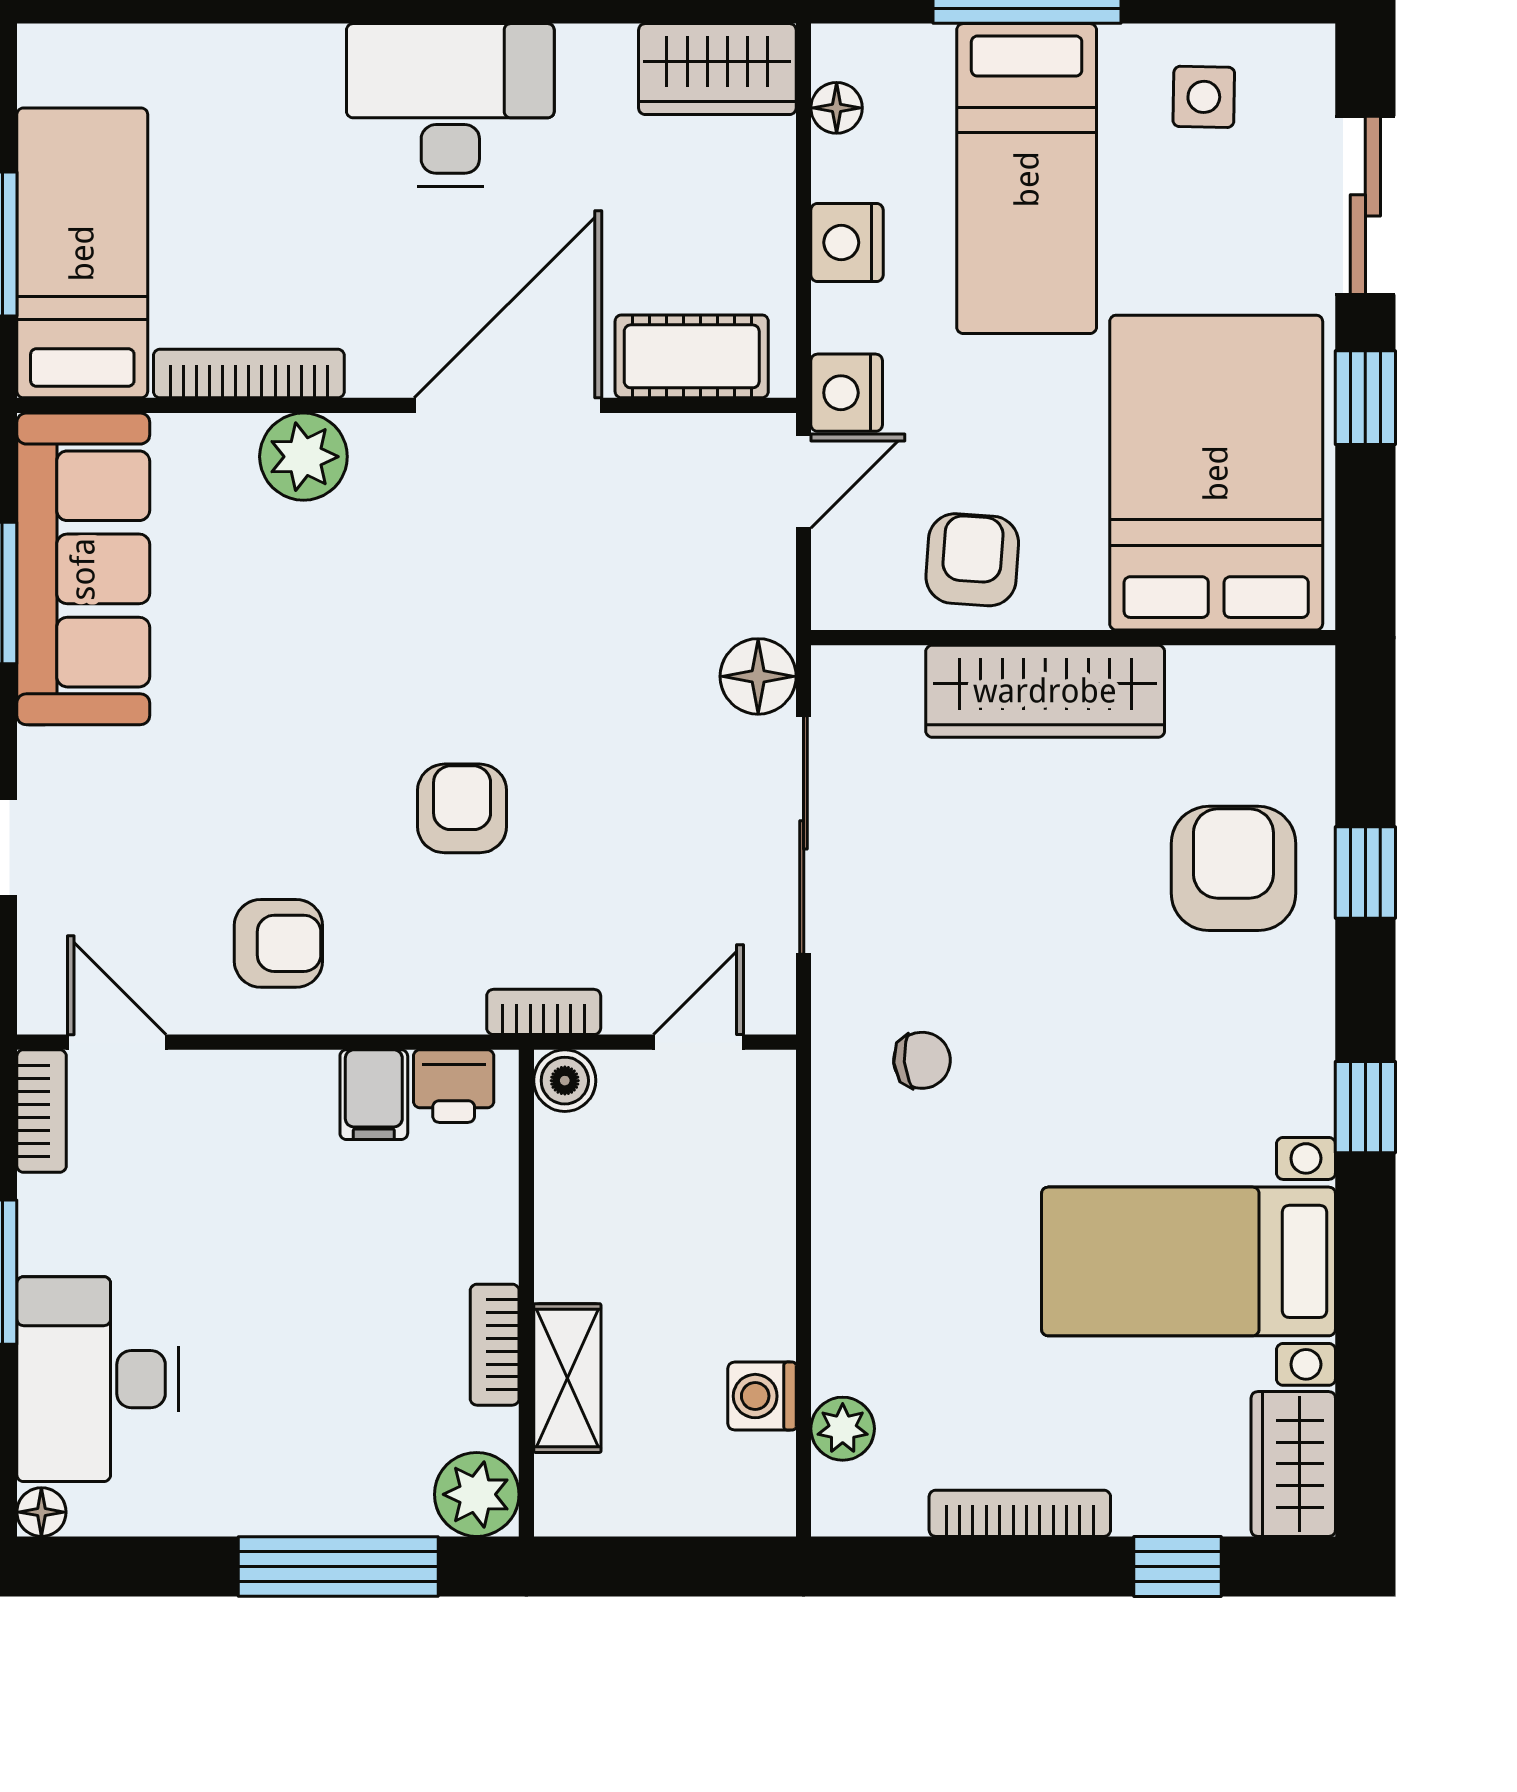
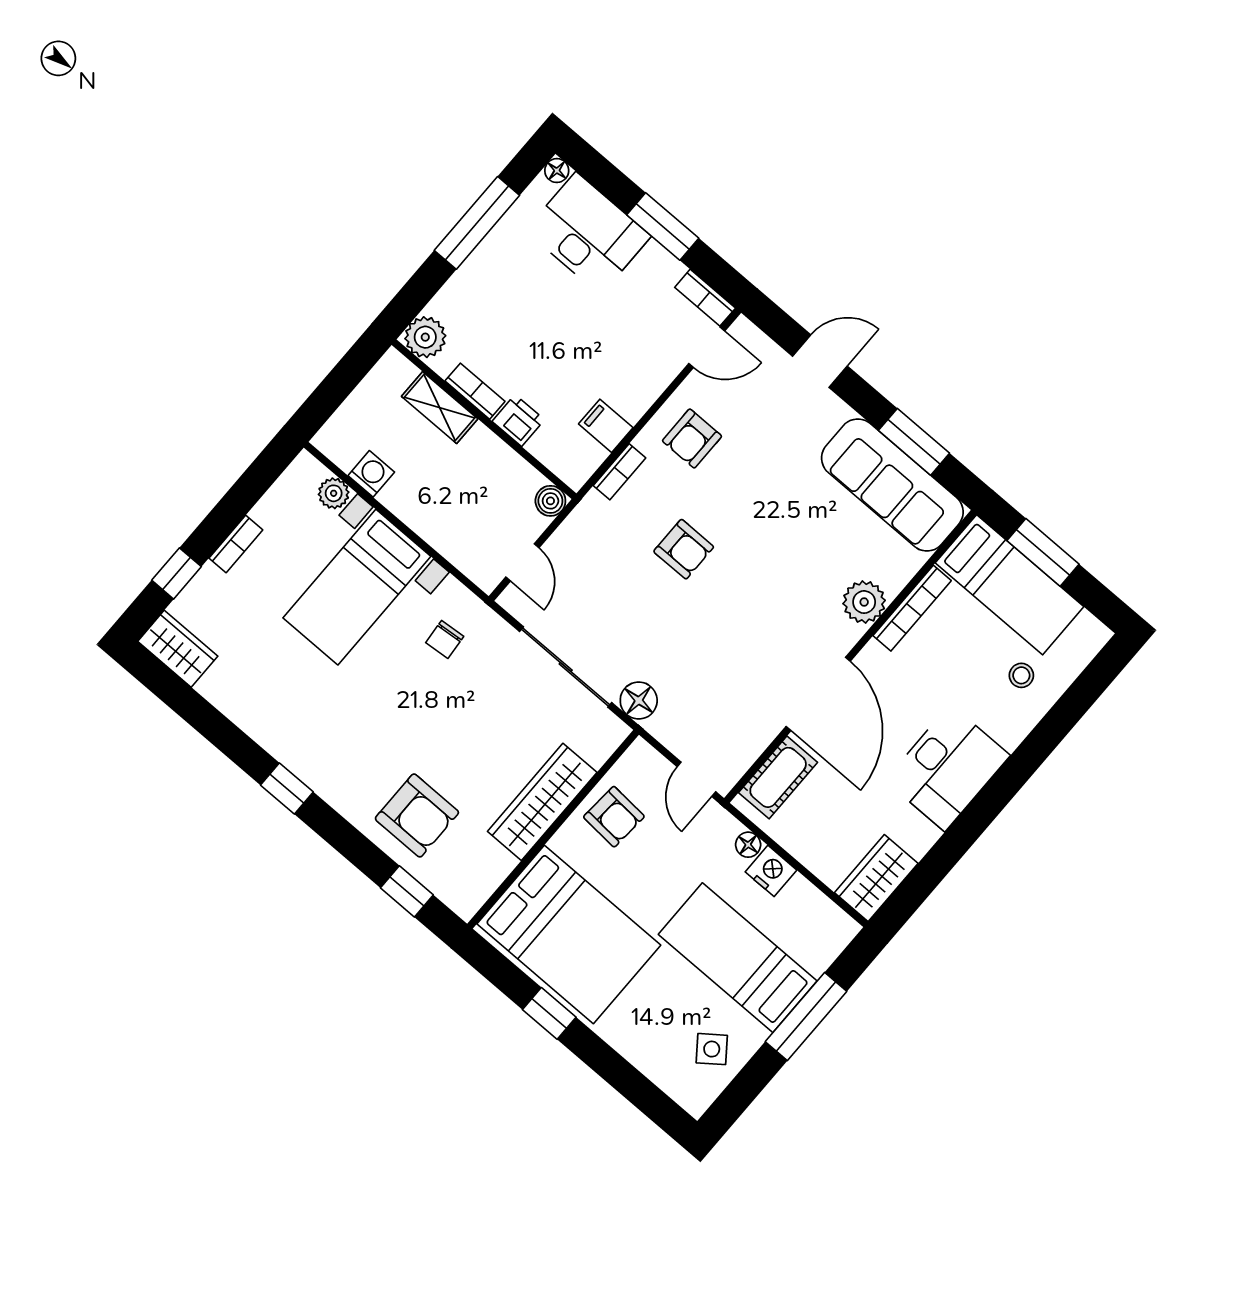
side table: (1204, 97) -> (712, 1049), turned -38
floor lamp: (837, 108) -> (748, 845), moved
stool: (208, 113) -> (1021, 675), added
sliding door: (1365, 205) -> (620, 1074), removed
nightstand: (847, 393) -> (716, 823), removed
window: (1365, 873) -> (407, 891), moved
bookcase: (544, 1012) -> (619, 472), moved
printer: (454, 1086) -> (518, 421), moved, turned 90
bed with nightstands: (1189, 1261) -> (357, 587), moved, turned 180
bookcase: (1020, 1513) -> (236, 544), width x0.64
window: (338, 1566) -> (477, 223), moved

